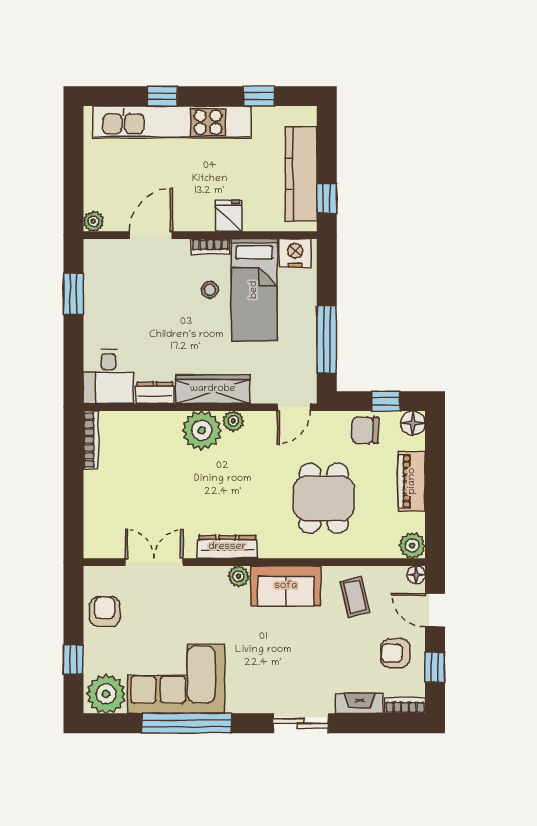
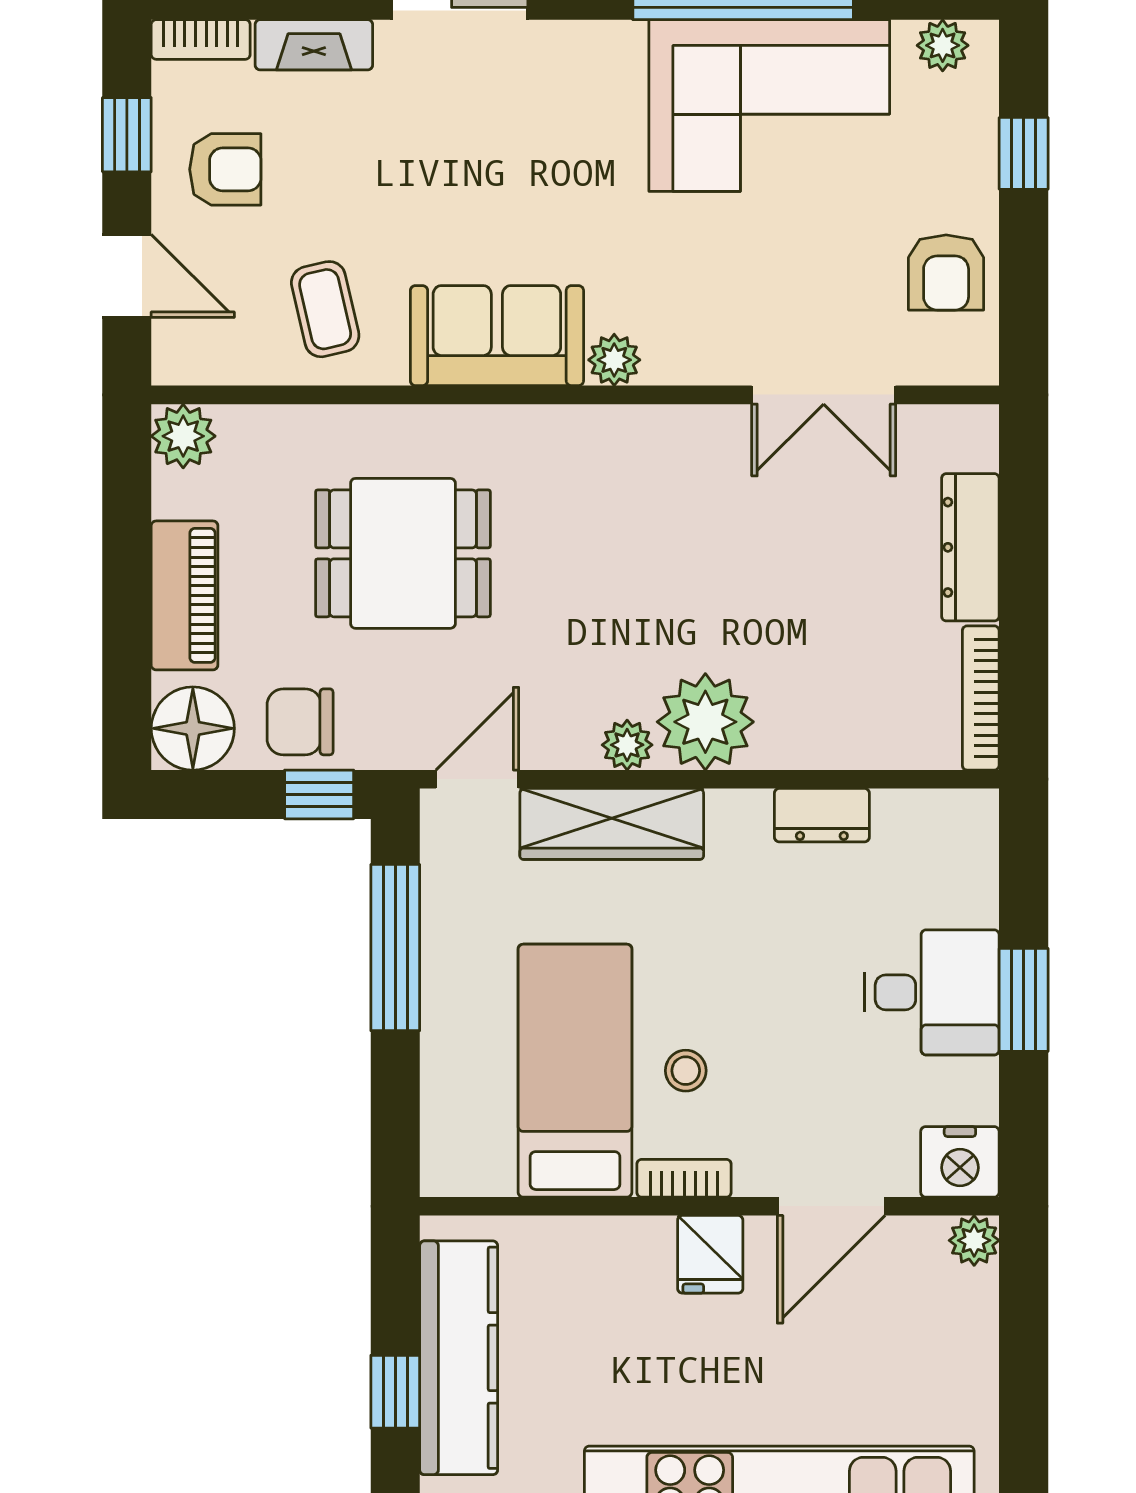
window: (327, 198) -> (395, 1392), moved
fridge: (229, 216) -> (710, 1254), moved
nightstand: (295, 253) -> (960, 1162), moved
window: (73, 294) -> (1024, 1000), moved
desk: (108, 376) -> (932, 992), moved, turned 90
wardrobe: (213, 389) -> (612, 824), moved
window: (386, 401) -> (319, 794), moved
floor lamp: (413, 423) -> (193, 728), width x1.38, depth x1.38
chair: (365, 430) -> (300, 722), turned 180
dining table: (324, 498) -> (403, 553), turned 90
dresser: (227, 547) -> (970, 547), moved, turned 90
floor lamp: (416, 575) -> (173, 364), removed
plant: (106, 694) -> (943, 45), width x0.53, depth x0.53

